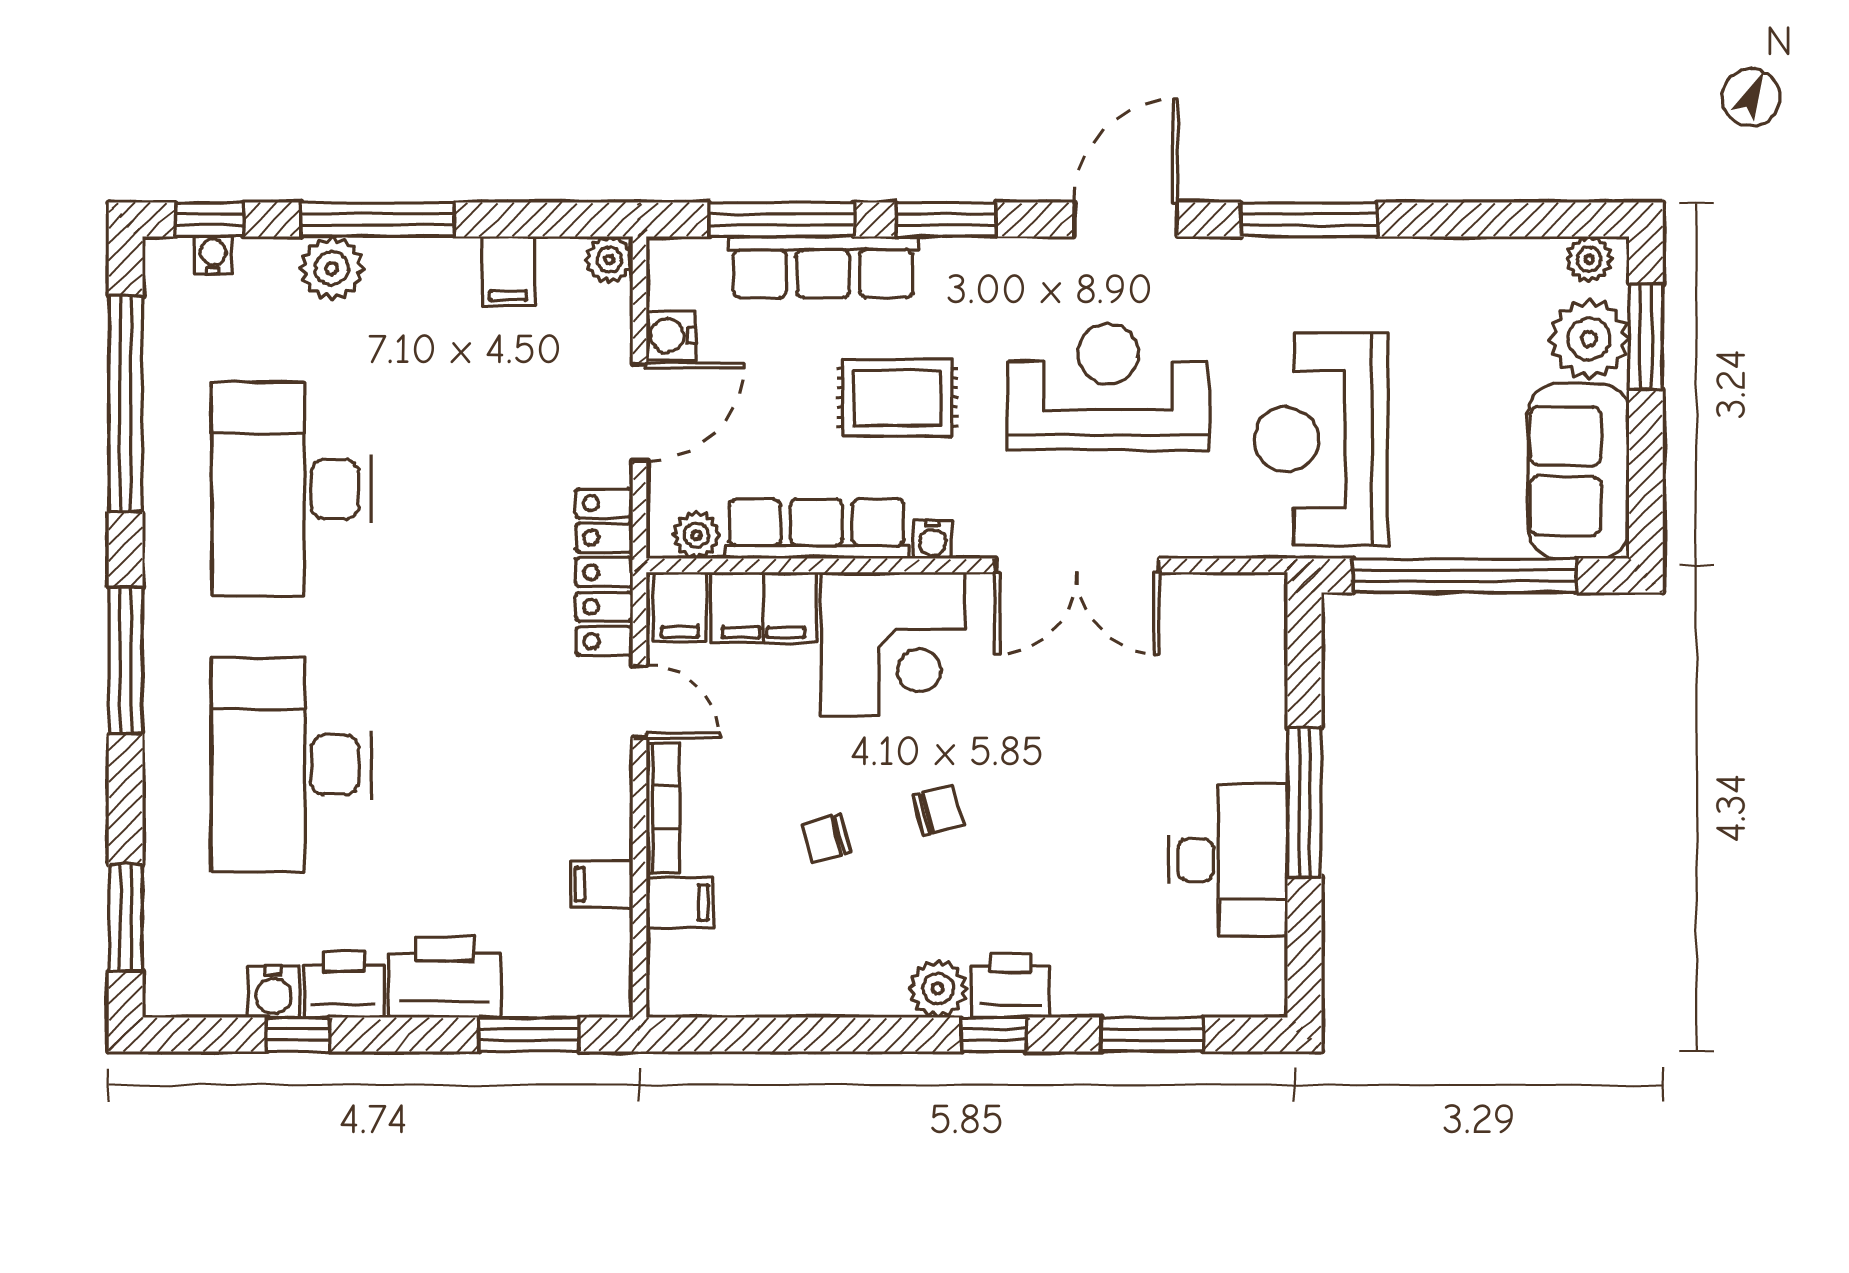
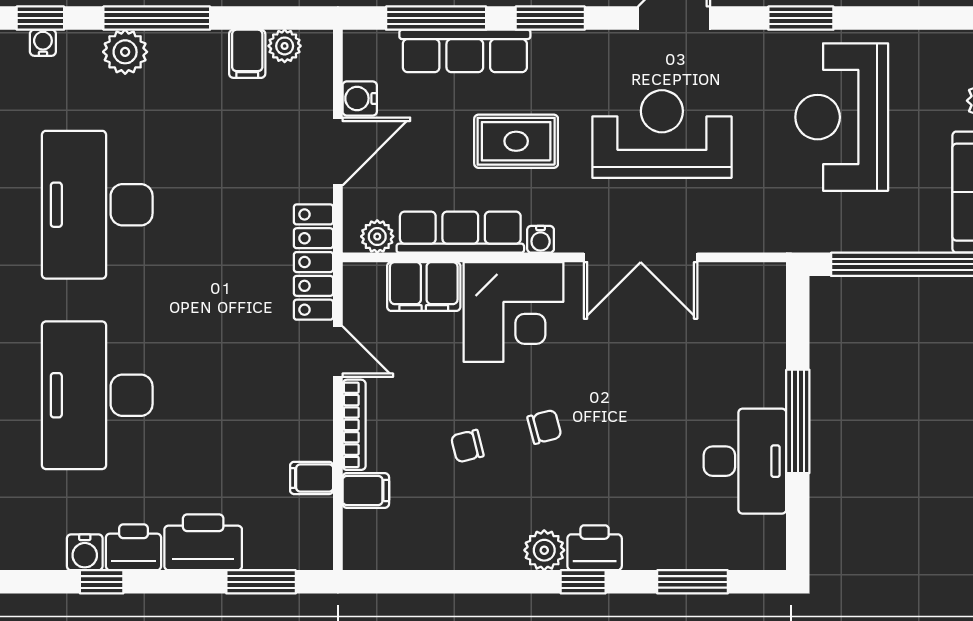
window: (1309, 219) -> (801, 18), width x0.69
plant: (609, 260) -> (285, 46), moved
reception desk: (1321, 439) -> (842, 117), moved
filing cabinet: (680, 607) -> (366, 286), removed

